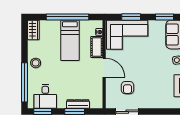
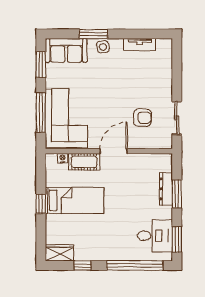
window: (67, 17) -> (41, 204), width x0.32
window: (131, 17) -> (41, 113), width x1.44
window: (25, 46) -> (83, 266), added
stool: (36, 63) -> (107, 250), removed

